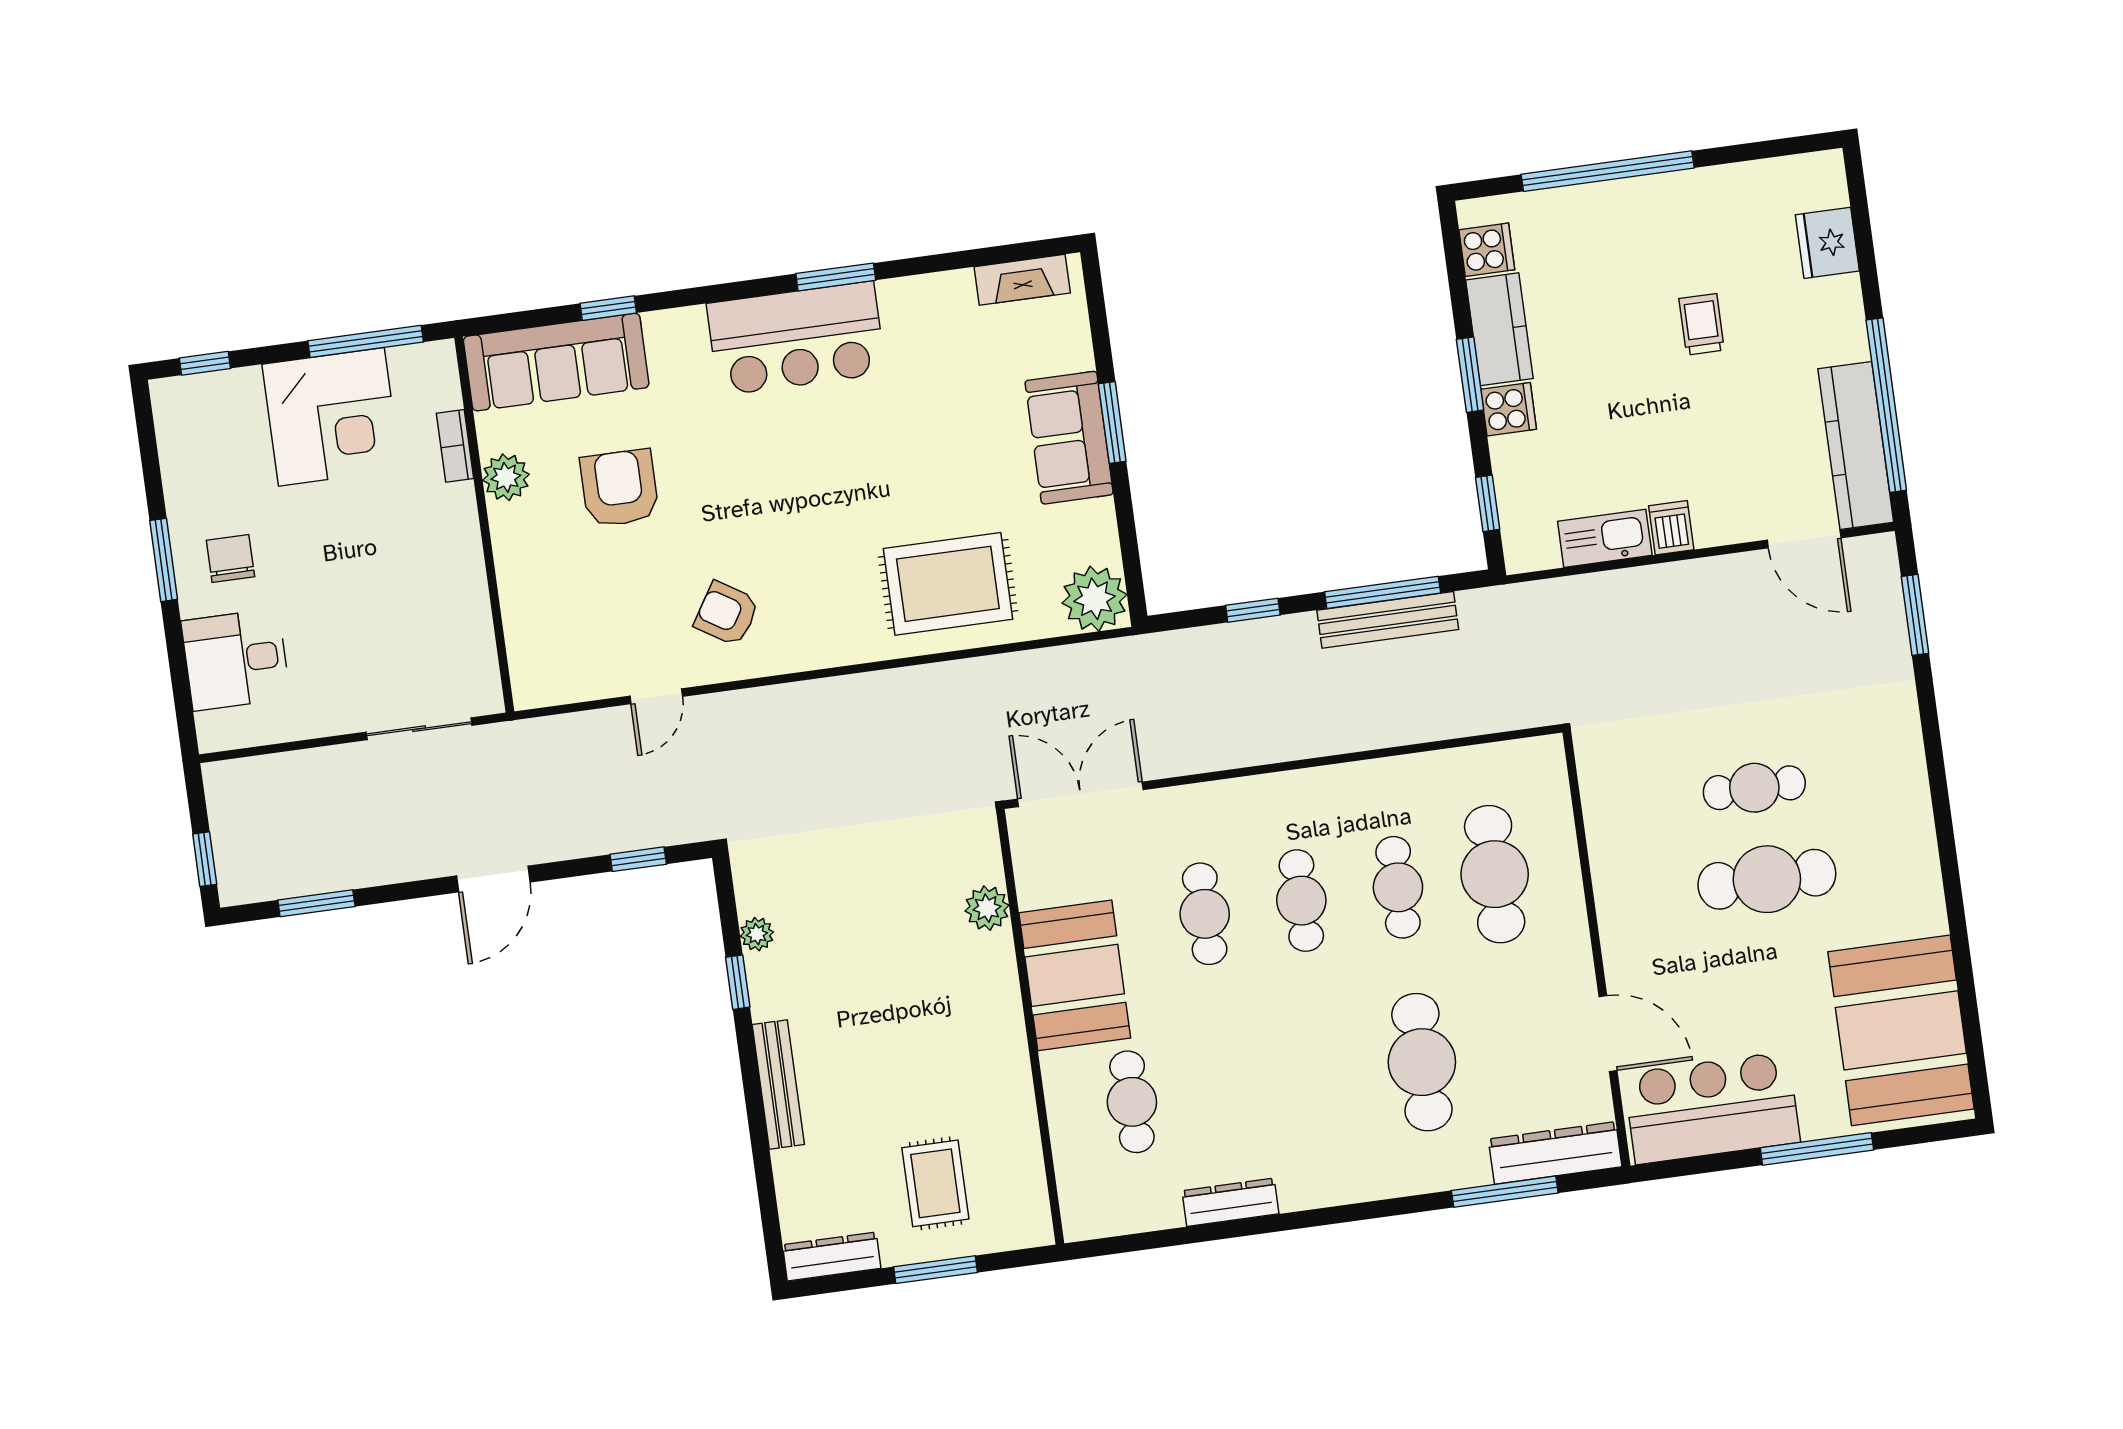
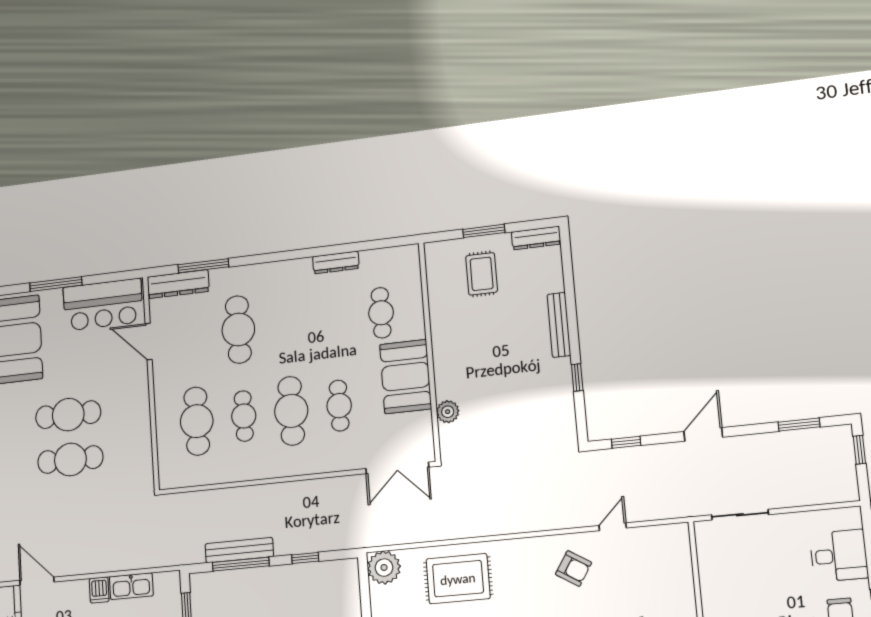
cafe table: (1754, 788) -> (70, 460), width x1.37, depth x1.35
cafe table: (1301, 901) -> (291, 411), width x1.37, depth x1.35
plant: (757, 934) -> (566, 402), removed

